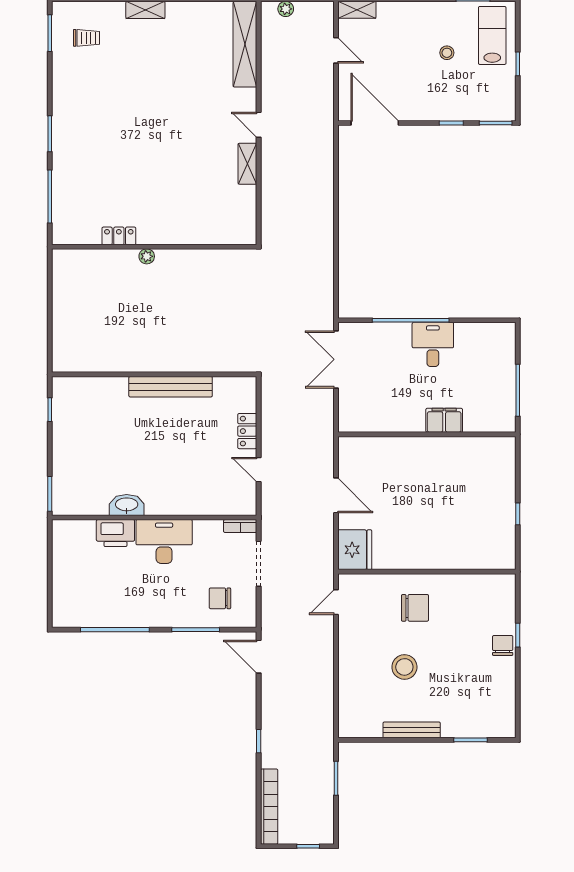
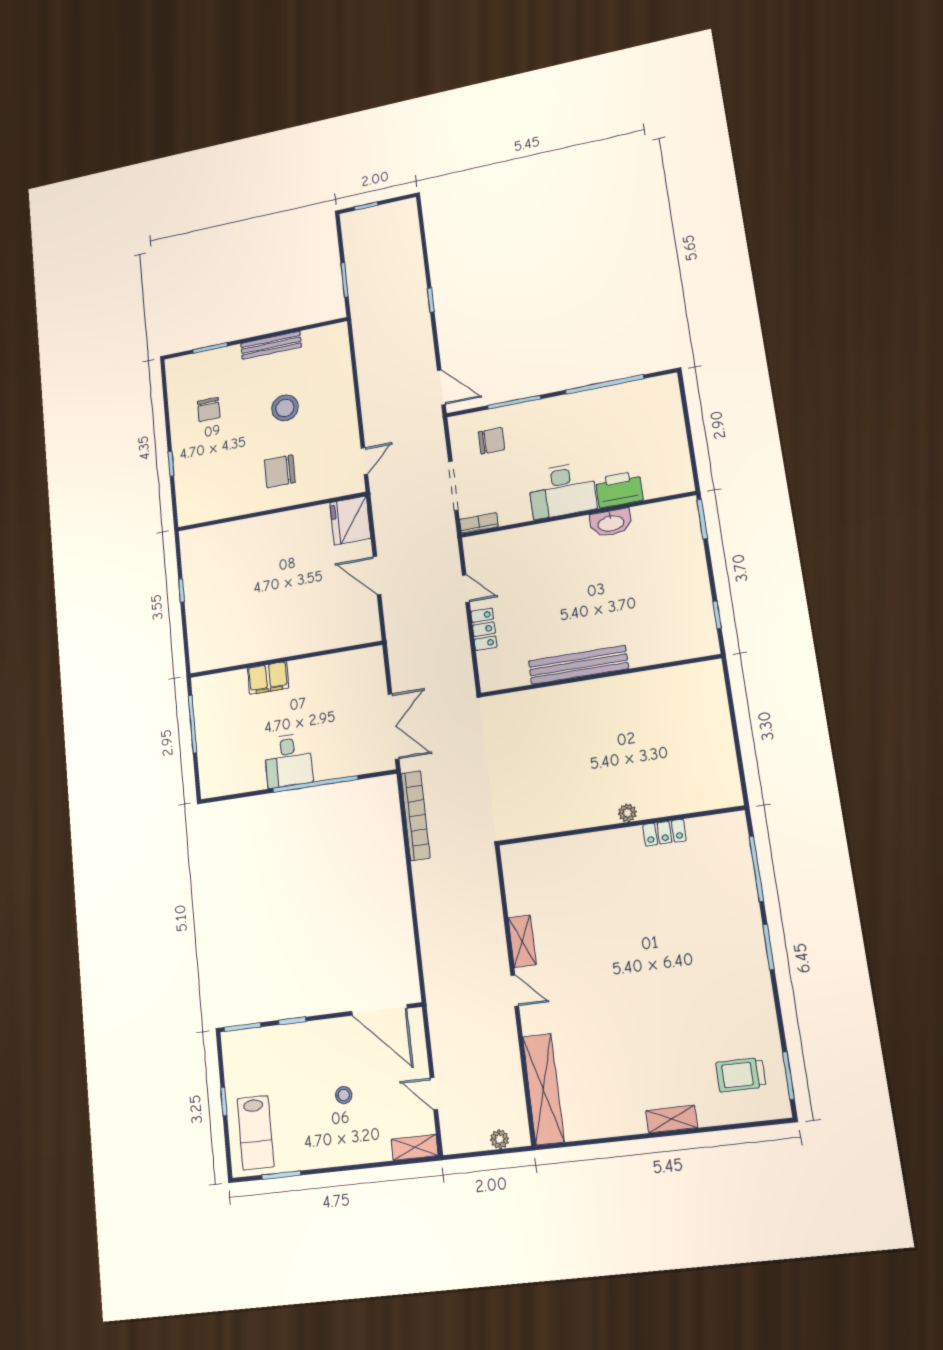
trolley: (87, 38) -> (741, 1075), width x1.36, depth x1.39
stool: (447, 53) -> (344, 1095), moved
chair: (503, 645) -> (209, 409), moved
bookcase: (269, 807) -> (415, 816), moved, turned 180

